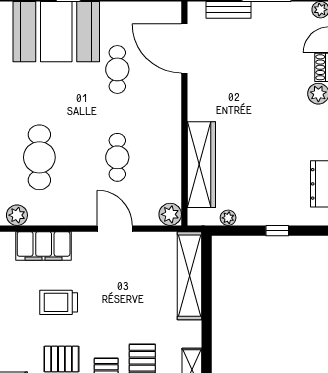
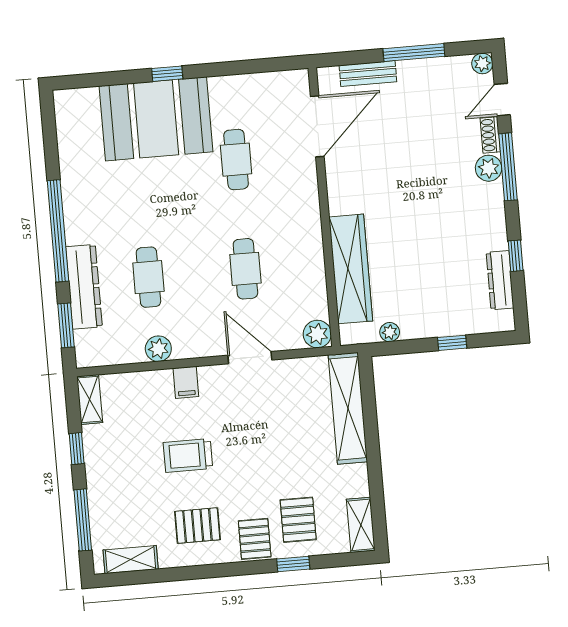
door: (184, 49) -> (317, 126), swing flipped
cafe table: (39, 157) -> (148, 277), width x0.73, depth x0.74
plant: (17, 215) -> (158, 349), moved
filing cabinet: (44, 246) -> (186, 382), width x0.33, depth x0.86

